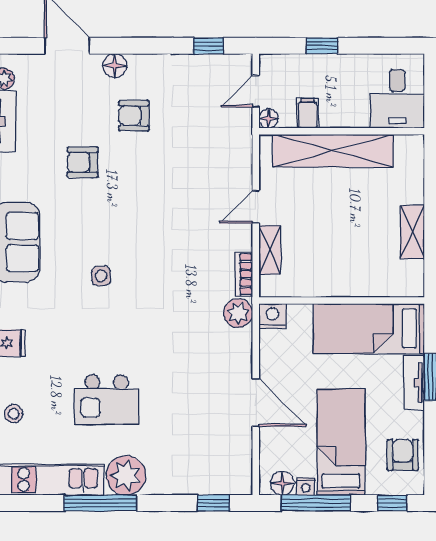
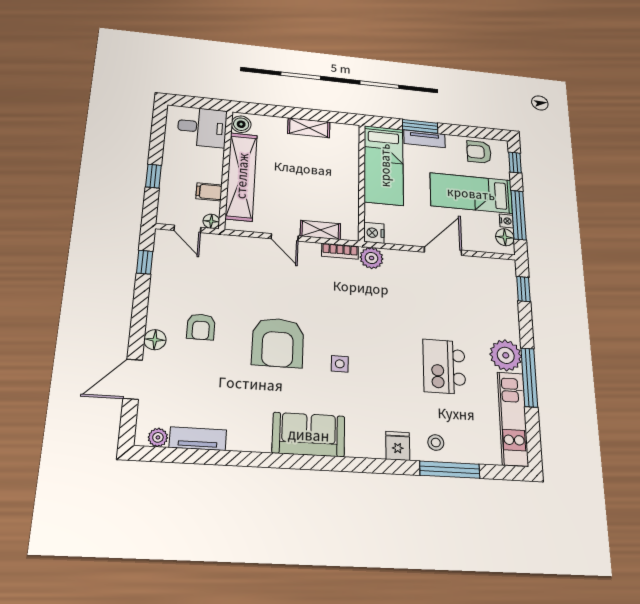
boiler: (407, 147) -> (241, 124), added
armchair: (83, 162) -> (278, 343), moved, width x1.88, depth x1.88
kitchen island: (107, 400) -> (444, 366), turned 180
stool: (14, 414) -> (436, 443), moved

